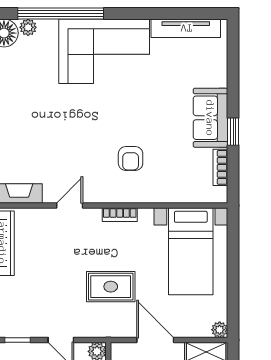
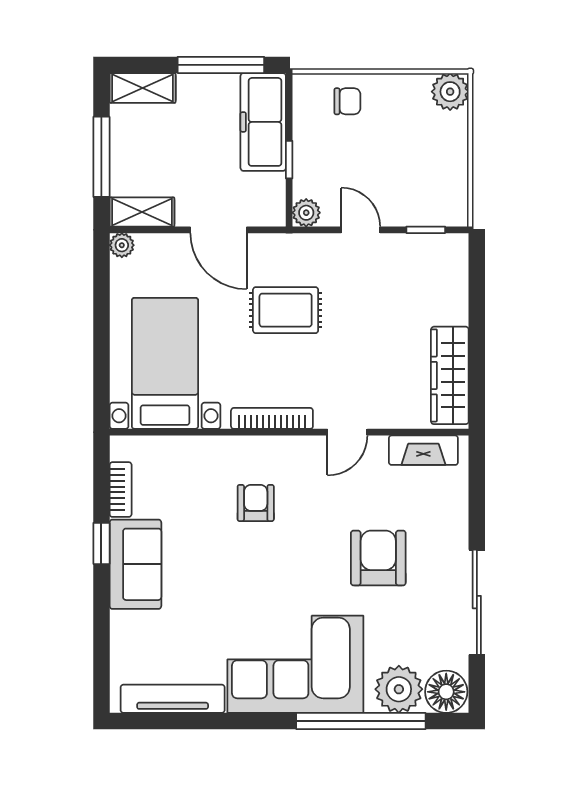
plant: (28, 27) -> (399, 689), width x1.87, depth x1.87
armchair: (49, 122) -> (378, 558), added
bookcase: (120, 215) -> (272, 418), width x1.56

